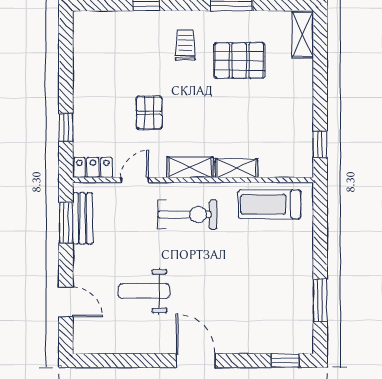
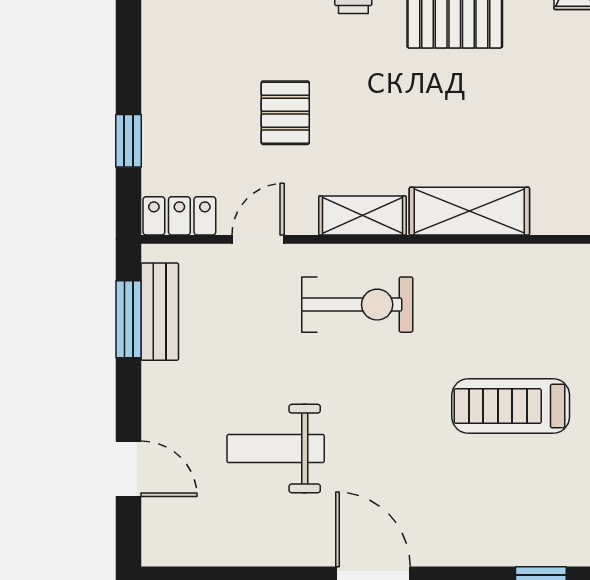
shelving: (236, 168) -> (469, 211), width x1.50, depth x1.33
treadmill: (270, 204) -> (511, 406), moved

